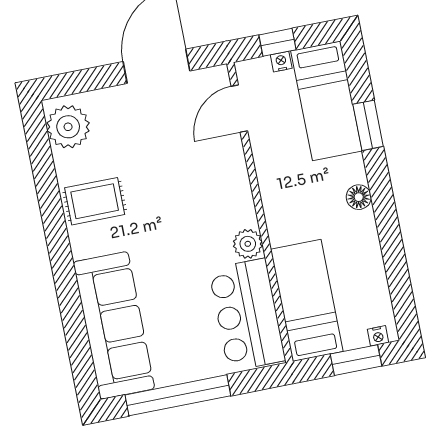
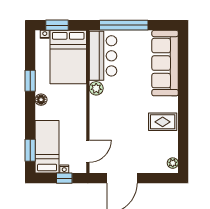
window: (368, 125) -> (30, 150), moved
plant: (68, 127) -> (173, 163), width x0.53, depth x0.53
window: (389, 232) -> (30, 81), added
bed: (307, 300) -> (68, 57), width x1.50
window: (178, 395) -> (124, 25), moved

